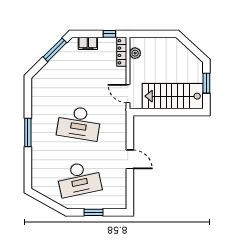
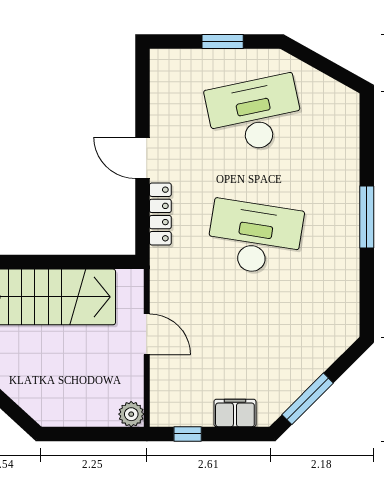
locker: (122, 52) -> (160, 214), moved
plant: (135, 53) -> (131, 414), moved
door: (128, 94) -> (147, 334), moved

